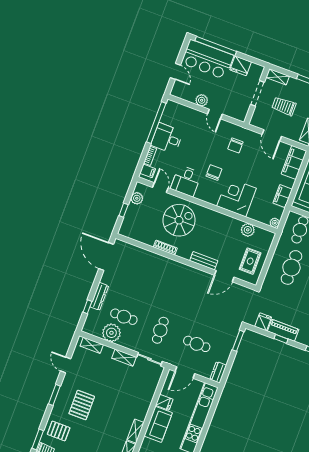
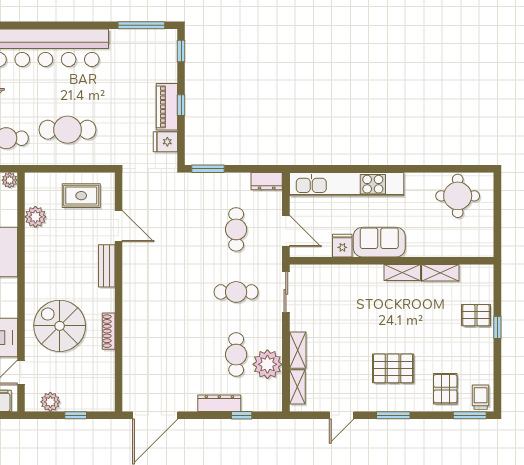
shelving: (124, 358) -> (298, 350), moved

